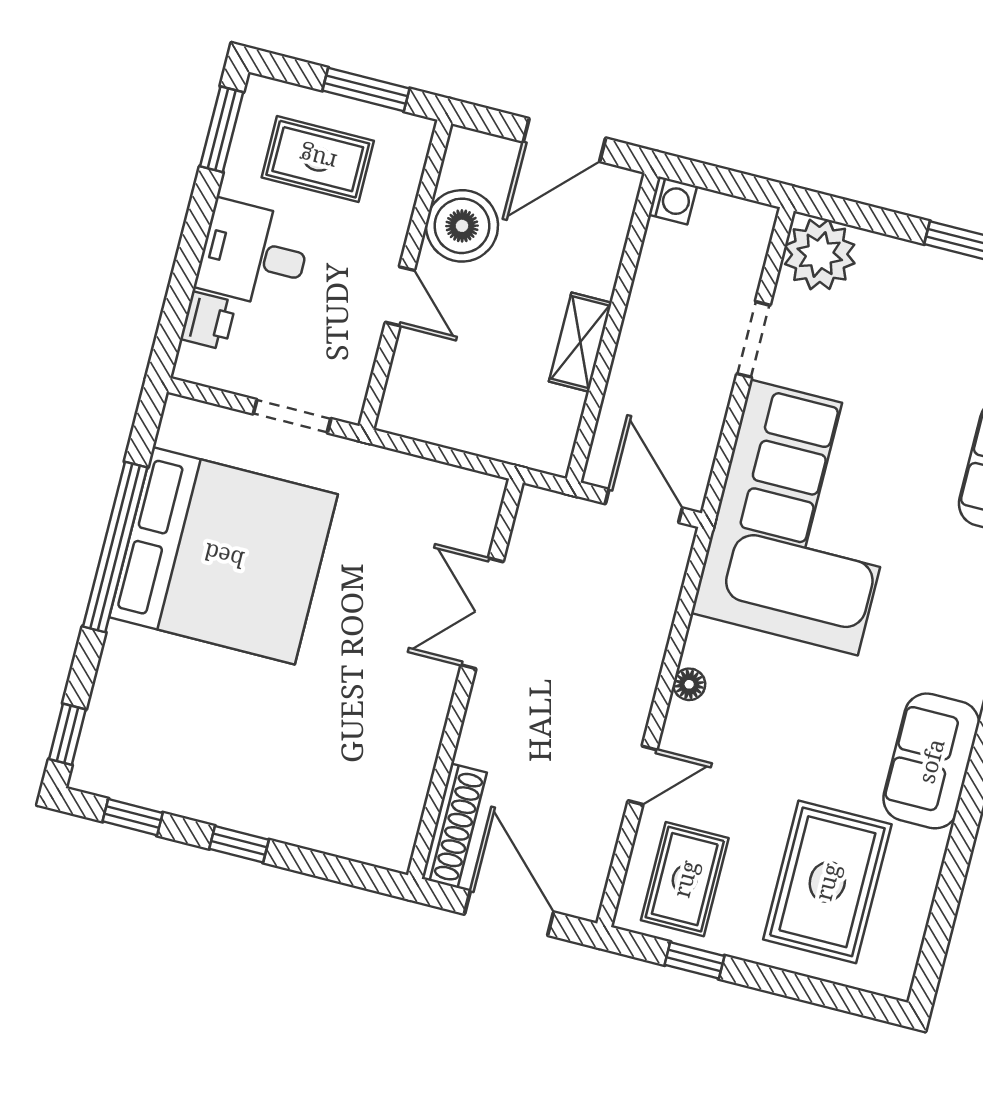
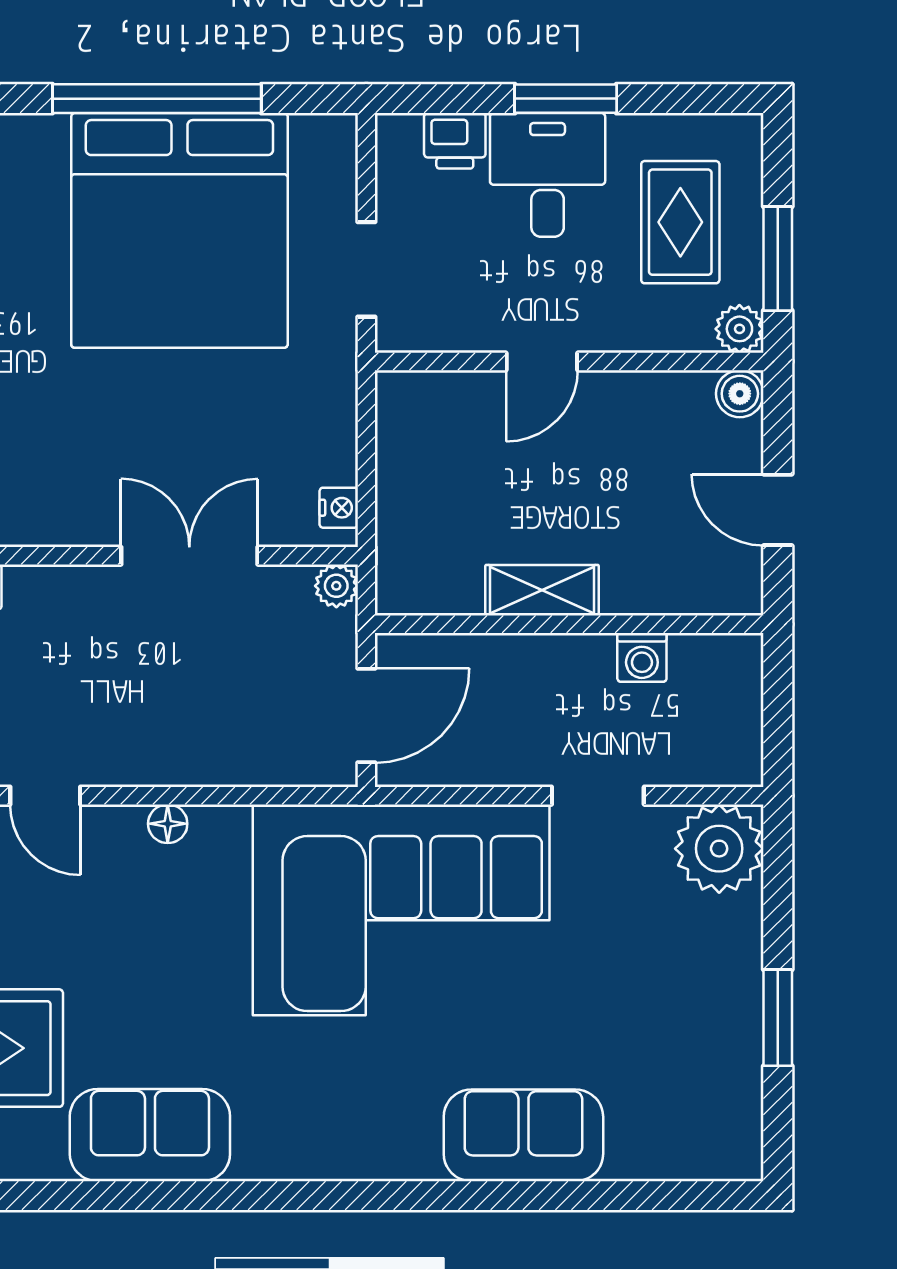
window: (222, 129) -> (566, 99), moved
plant: (414, 134) -> (739, 329), added
door: (564, 140) -> (778, 510), width x0.73
washing machine: (673, 200) -> (642, 657), moved
boiler: (462, 226) -> (740, 394), moved, width x0.54, depth x0.54
nightstand: (474, 486) -> (339, 508), added
plant: (535, 504) -> (336, 586), added

